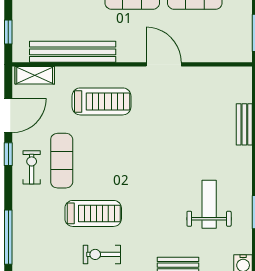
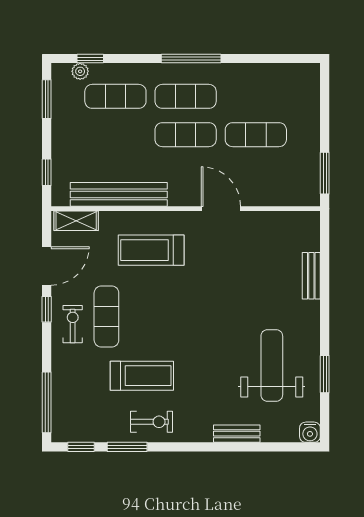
treadmill: (102, 101) -> (151, 250), turned 180
weight bench: (209, 204) -> (272, 365), width x1.36, depth x1.33
exercise bike: (102, 254) -> (152, 422), turned 180

